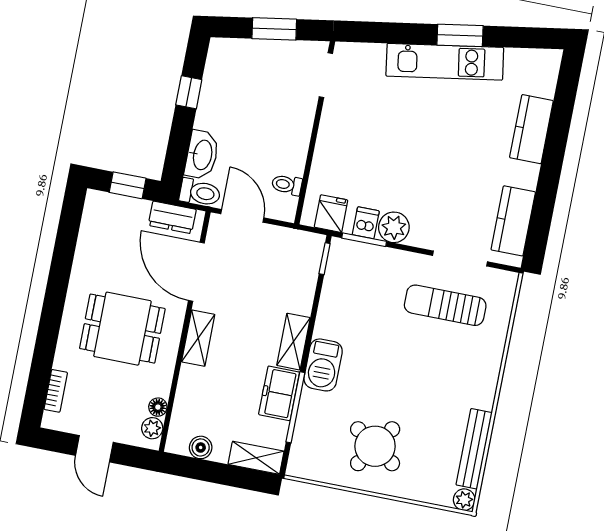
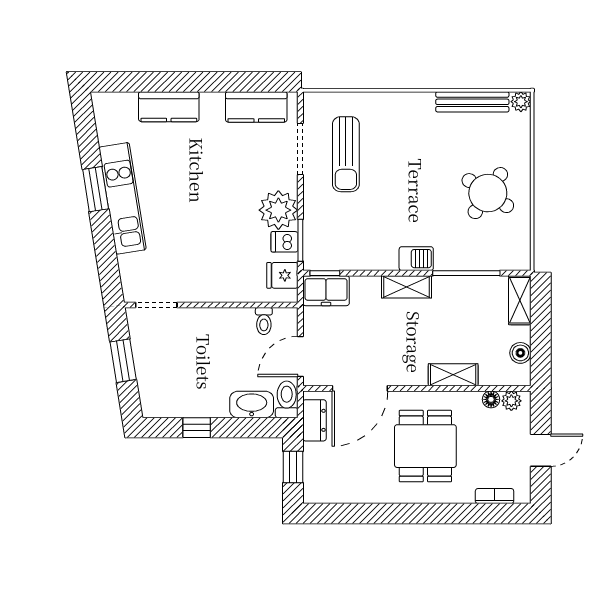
plant: (394, 227) -> (278, 210), width x1.36, depth x1.36
shelving: (198, 338) -> (453, 375), moved
barbecue: (323, 365) -> (416, 259), width x0.73, depth x0.79
freezer: (279, 393) -> (326, 291), moved

